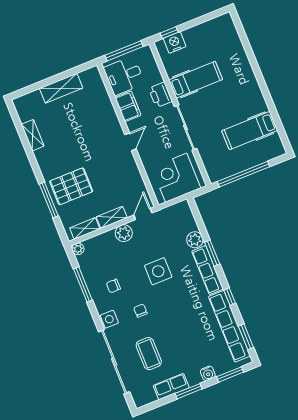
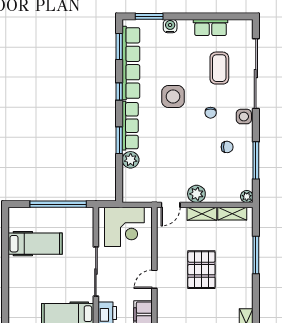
pallet: (71, 186) -> (201, 270), moved, turned 90
side table: (158, 271) -> (173, 97), moved
window: (189, 391) -> (196, 16), removed

